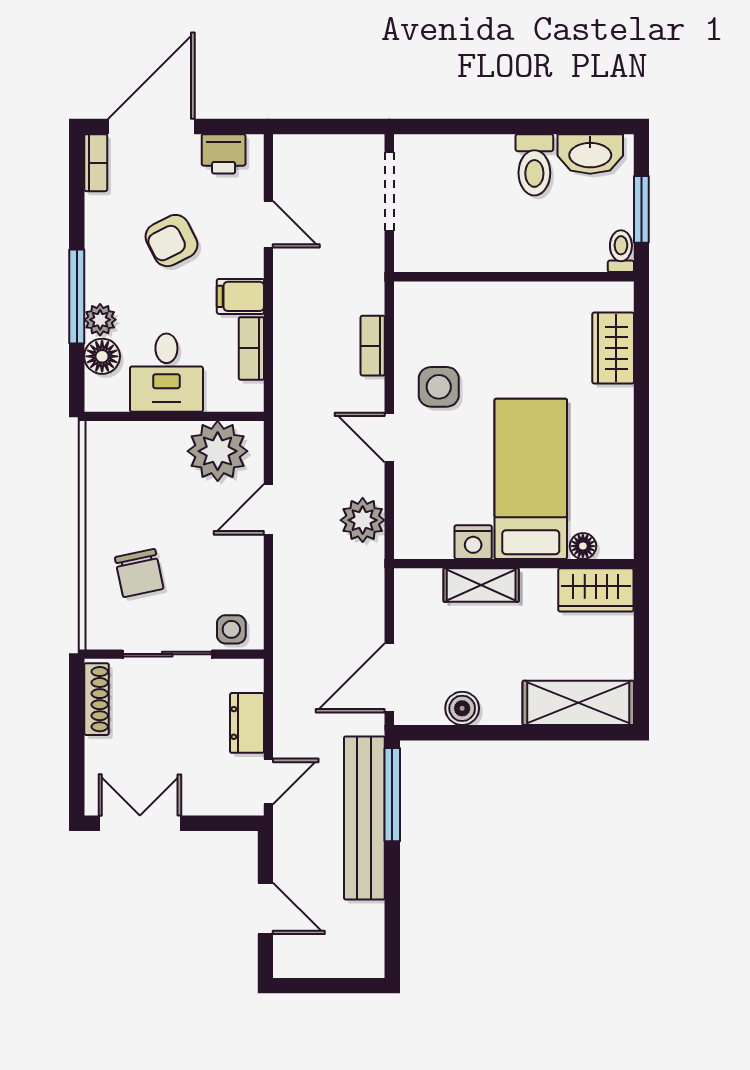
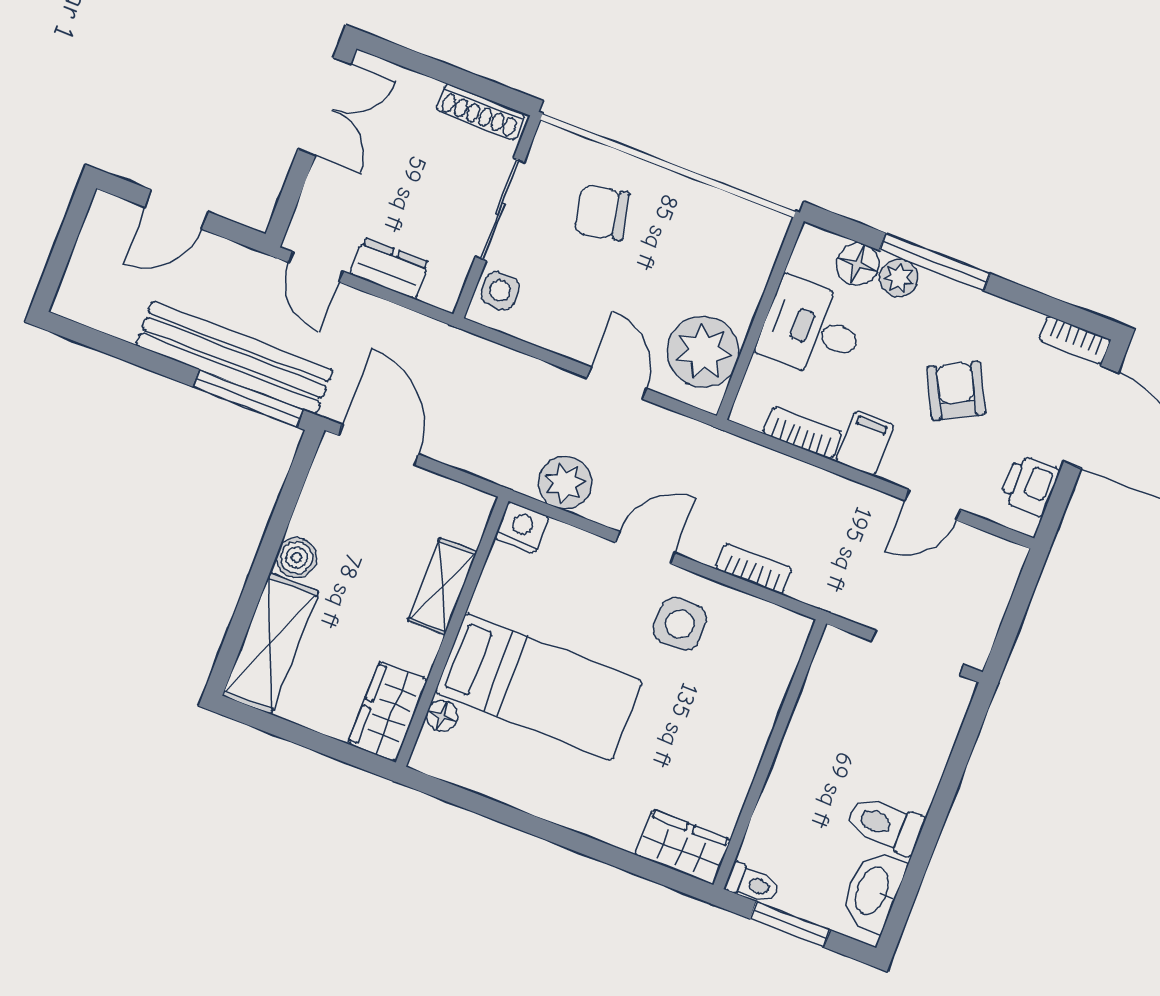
wardrobe: (613, 348) -> (683, 847), moved
nightstand: (473, 542) -> (522, 527), moved, turned 90
boiler: (462, 708) -> (297, 558), moved

